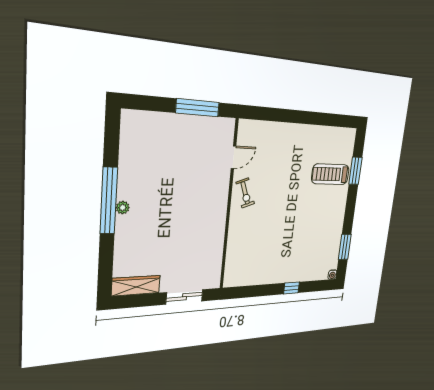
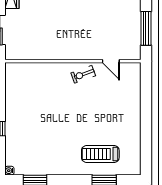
treadmill: (330, 174) -> (100, 154), turned -90

